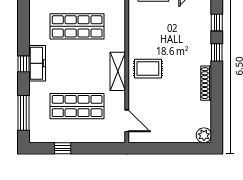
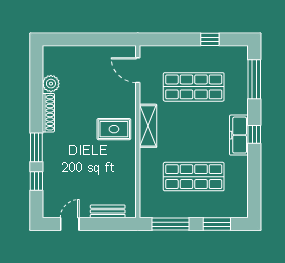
window: (217, 52) -> (36, 147), width x1.50
plant: (204, 135) -> (51, 84), moved

